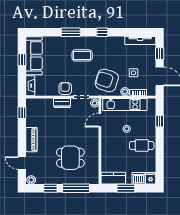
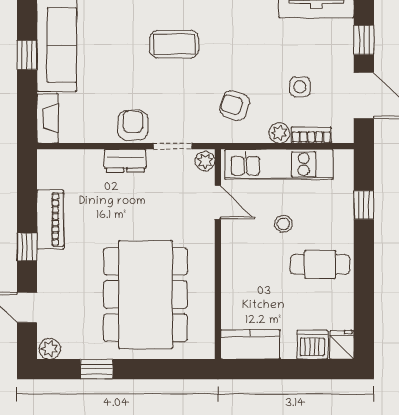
armchair: (107, 80) -> (235, 106), width x0.53, depth x0.53
window: (22, 113) -> (27, 247), moved
door: (100, 120) -> (218, 202), swing flipped
piano: (31, 140) -> (50, 220), moved
dining table: (70, 158) -> (145, 295), width x1.88, depth x1.24
window: (76, 188) -> (160, 369), removed
window: (126, 188) -> (281, 369), removed

